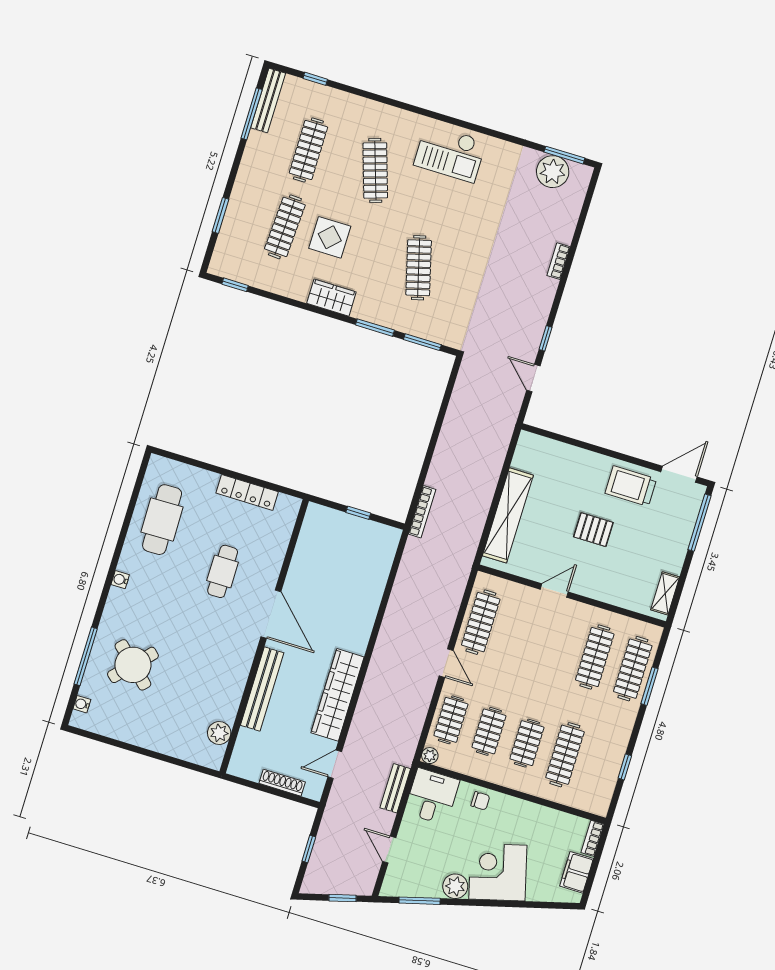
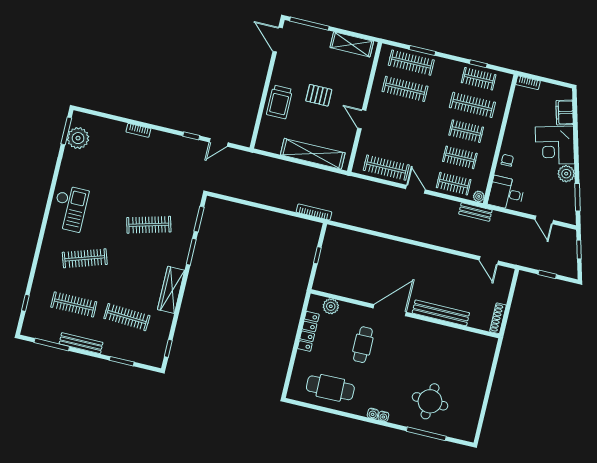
bench: (268, 101) -> (81, 343), moved
display table: (330, 237) -> (132, 286), removed
wardrobe: (331, 298) -> (171, 290), width x1.50
trolley: (631, 486) -> (280, 102), moved
pallet: (593, 530) -> (319, 95), turned 90
cafe table: (223, 571) -> (363, 345), turned 90
shelving: (665, 593) -> (352, 44), width x1.50, depth x1.33
door: (446, 663) -> (415, 189), hinge flipped
round table: (133, 665) -> (430, 401), turned -38
wardrobe: (338, 695) -> (442, 261), removed
water cooler: (82, 704) -> (383, 416), moved
plant: (219, 733) -> (331, 306), moved
clothes rail: (603, 766) -> (479, 79), added
shoe rack: (282, 783) -> (498, 318), moved
bench: (395, 788) -> (475, 212), moved
door: (389, 850) -> (544, 220), hinge flipped
filing cabinet: (577, 872) -> (565, 112), moved, turned 75

